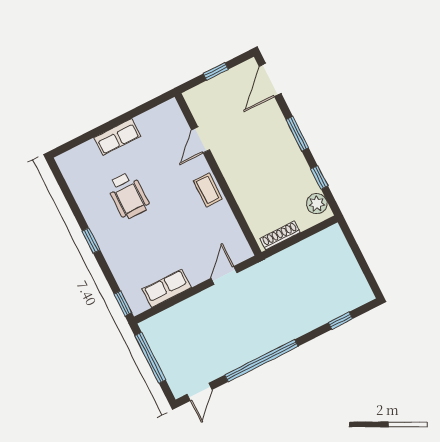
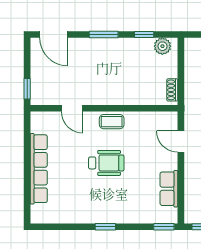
window: (216, 71) -> (27, 89), moved
row of seats: (117, 137) -> (39, 169), width x2.02
wheelchair: (128, 196) -> (106, 163), moved
shoe rack: (280, 235) -> (172, 90), width x0.70

